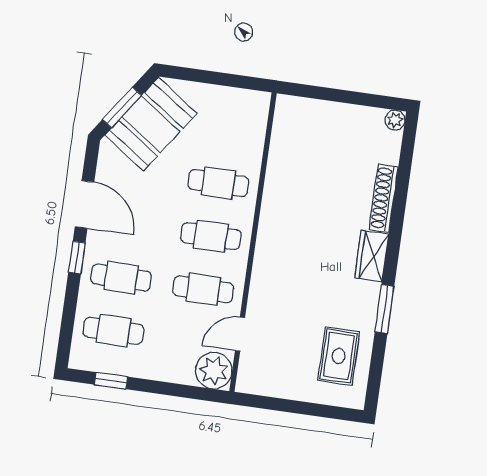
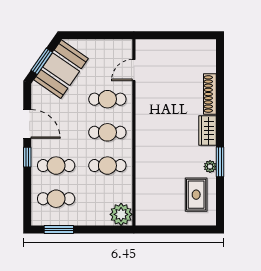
plant: (395, 120) -> (210, 167), moved
door: (240, 334) -> (134, 70), moved
window: (111, 381) -> (59, 230), width x1.50

